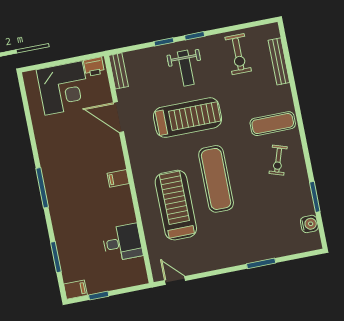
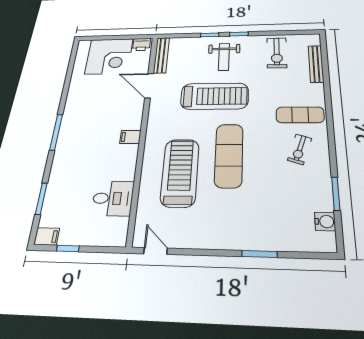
bench: (119, 71) -> (161, 55), width x1.36

